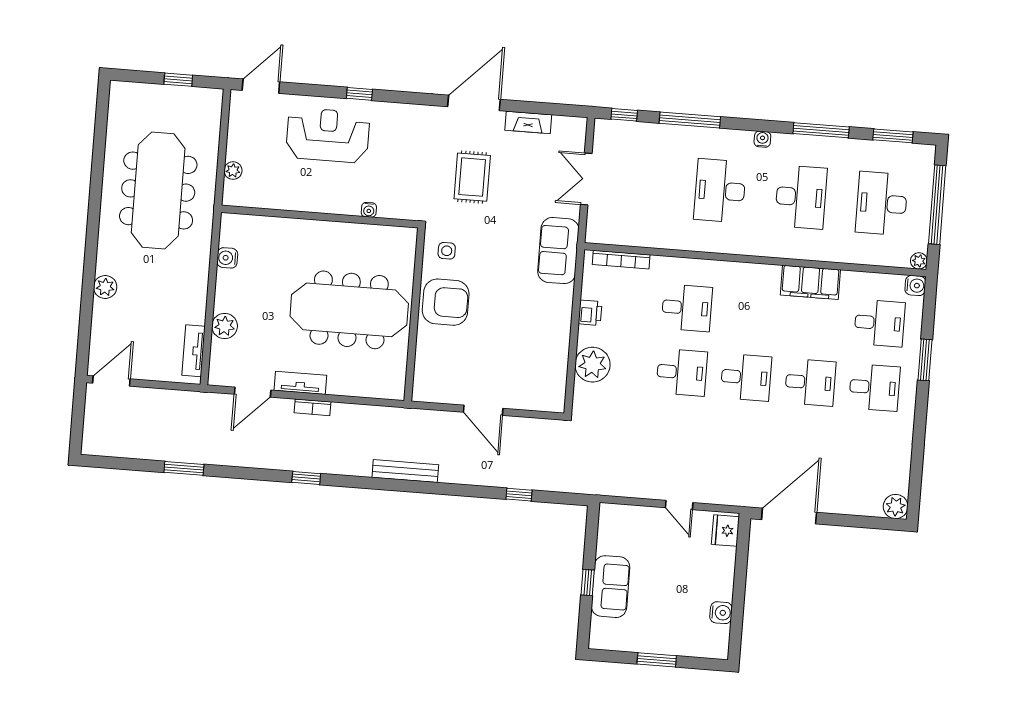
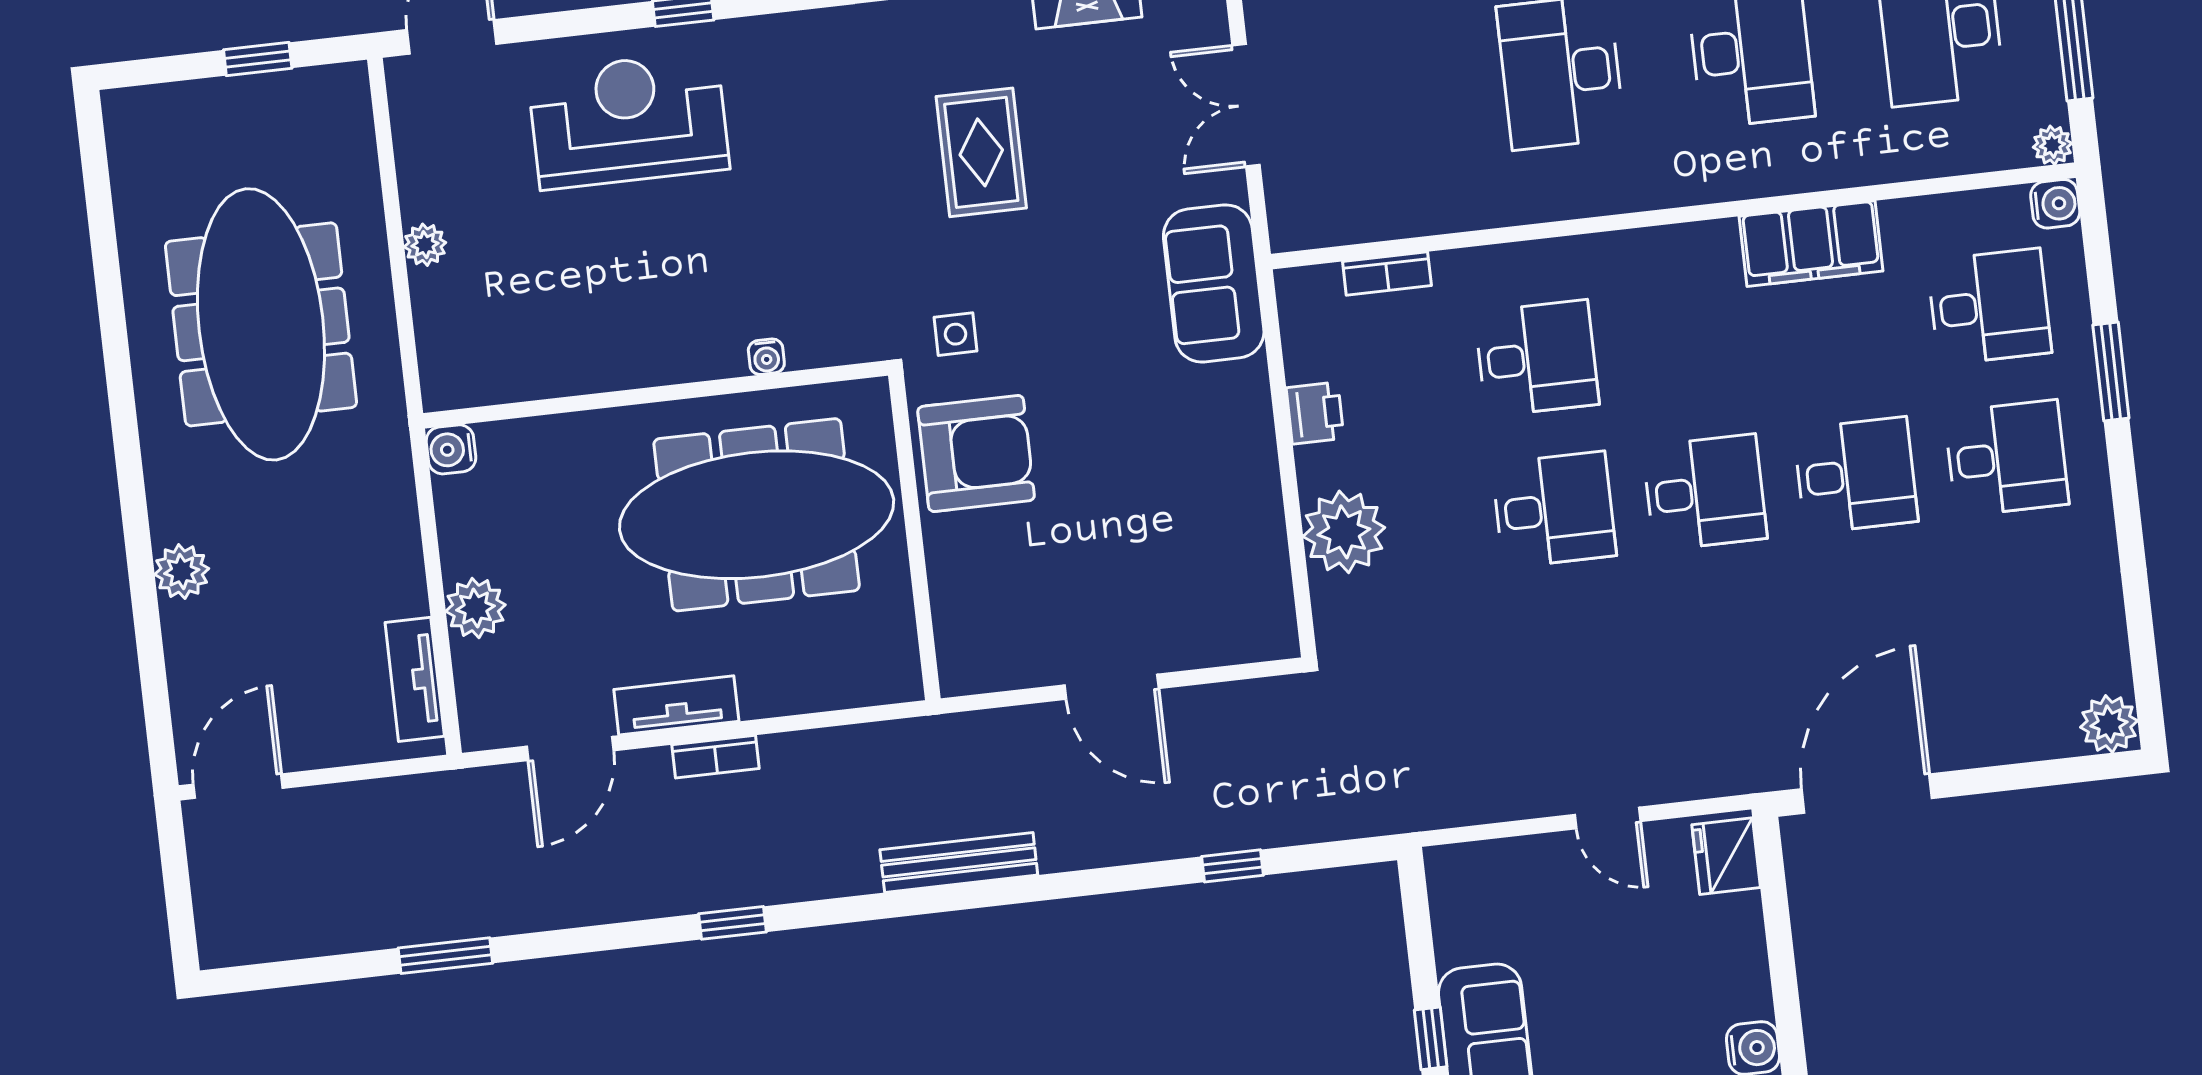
water cooler: (369, 210) -> (766, 357), moved
wall: (320, 217) -> (656, 394), moved
bookcase: (621, 260) -> (1387, 274), width x0.64

